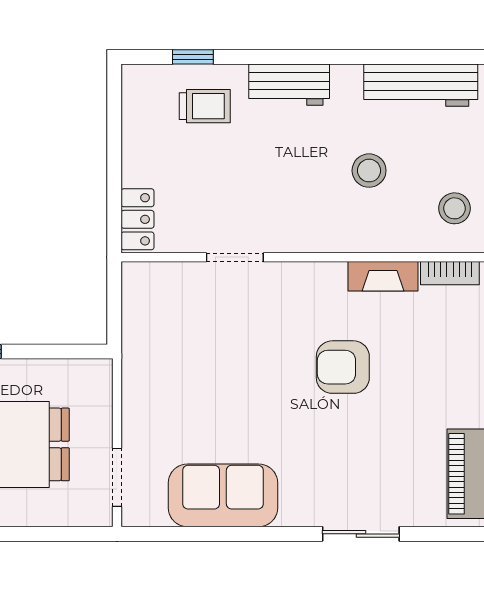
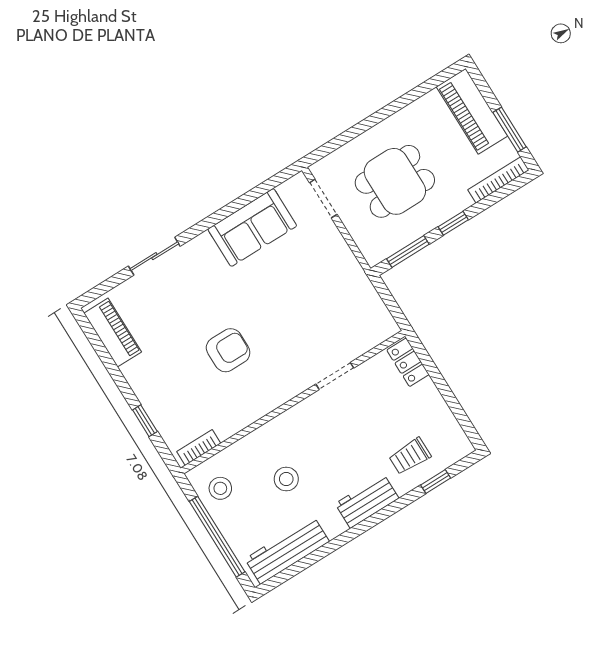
fireplace: (383, 276) -> (238, 420), removed
window: (55, 351) -> (408, 251), added

